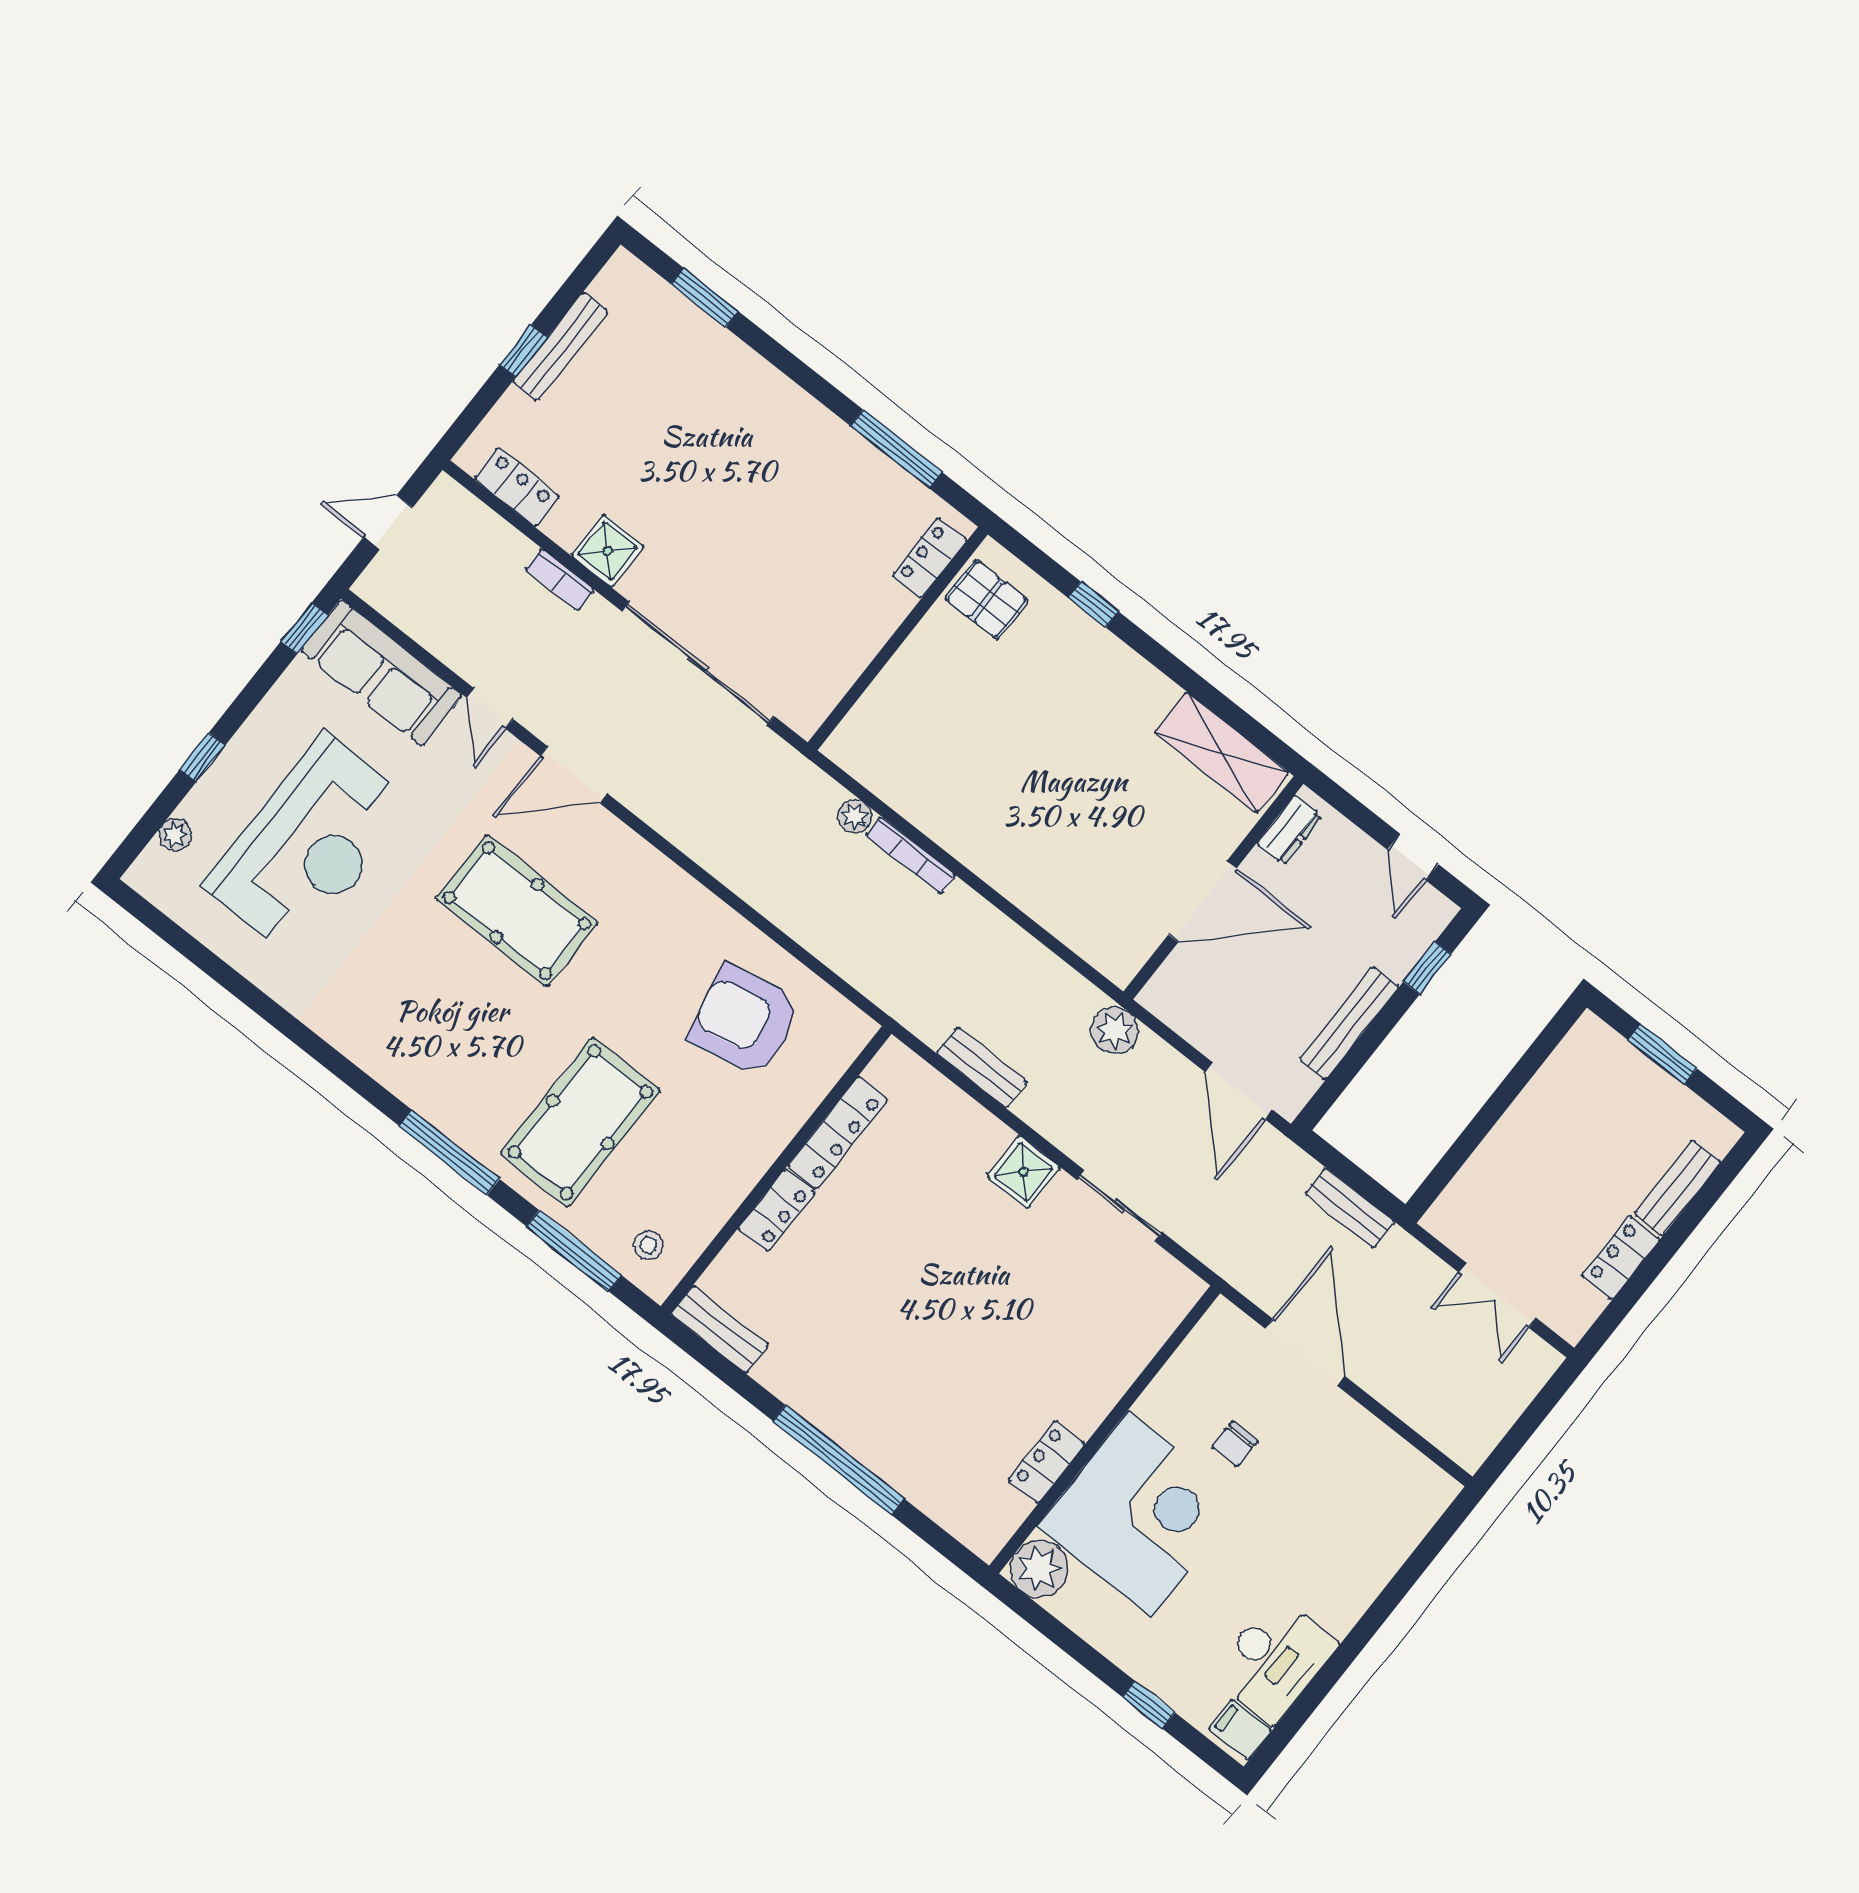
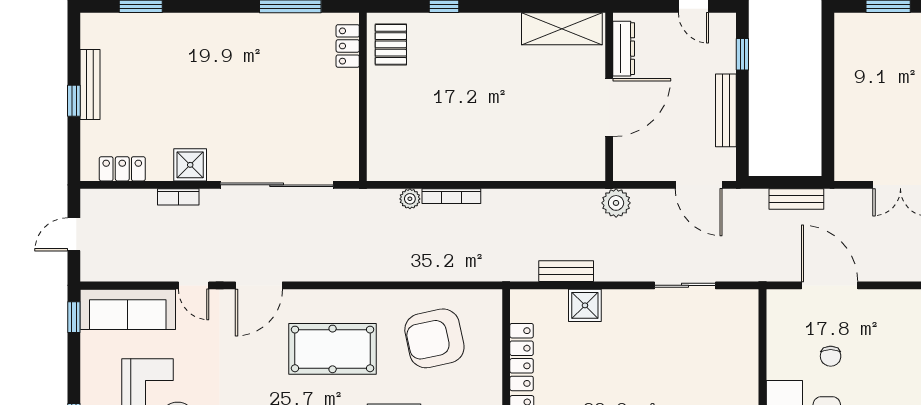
pallet: (987, 599) -> (391, 44), turned 90
dresser: (1289, 830) -> (624, 49), width x1.44
pool table: (517, 911) -> (333, 349), moved
shower: (1024, 1172) -> (585, 305), moved

